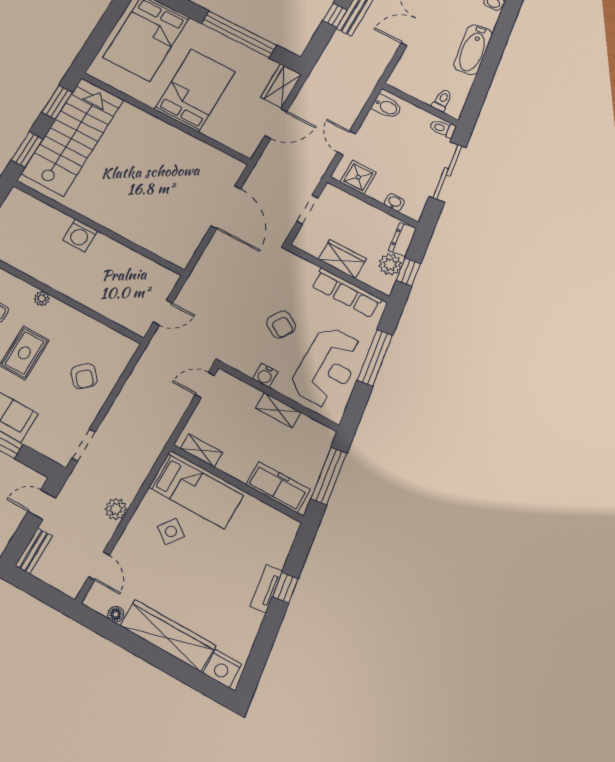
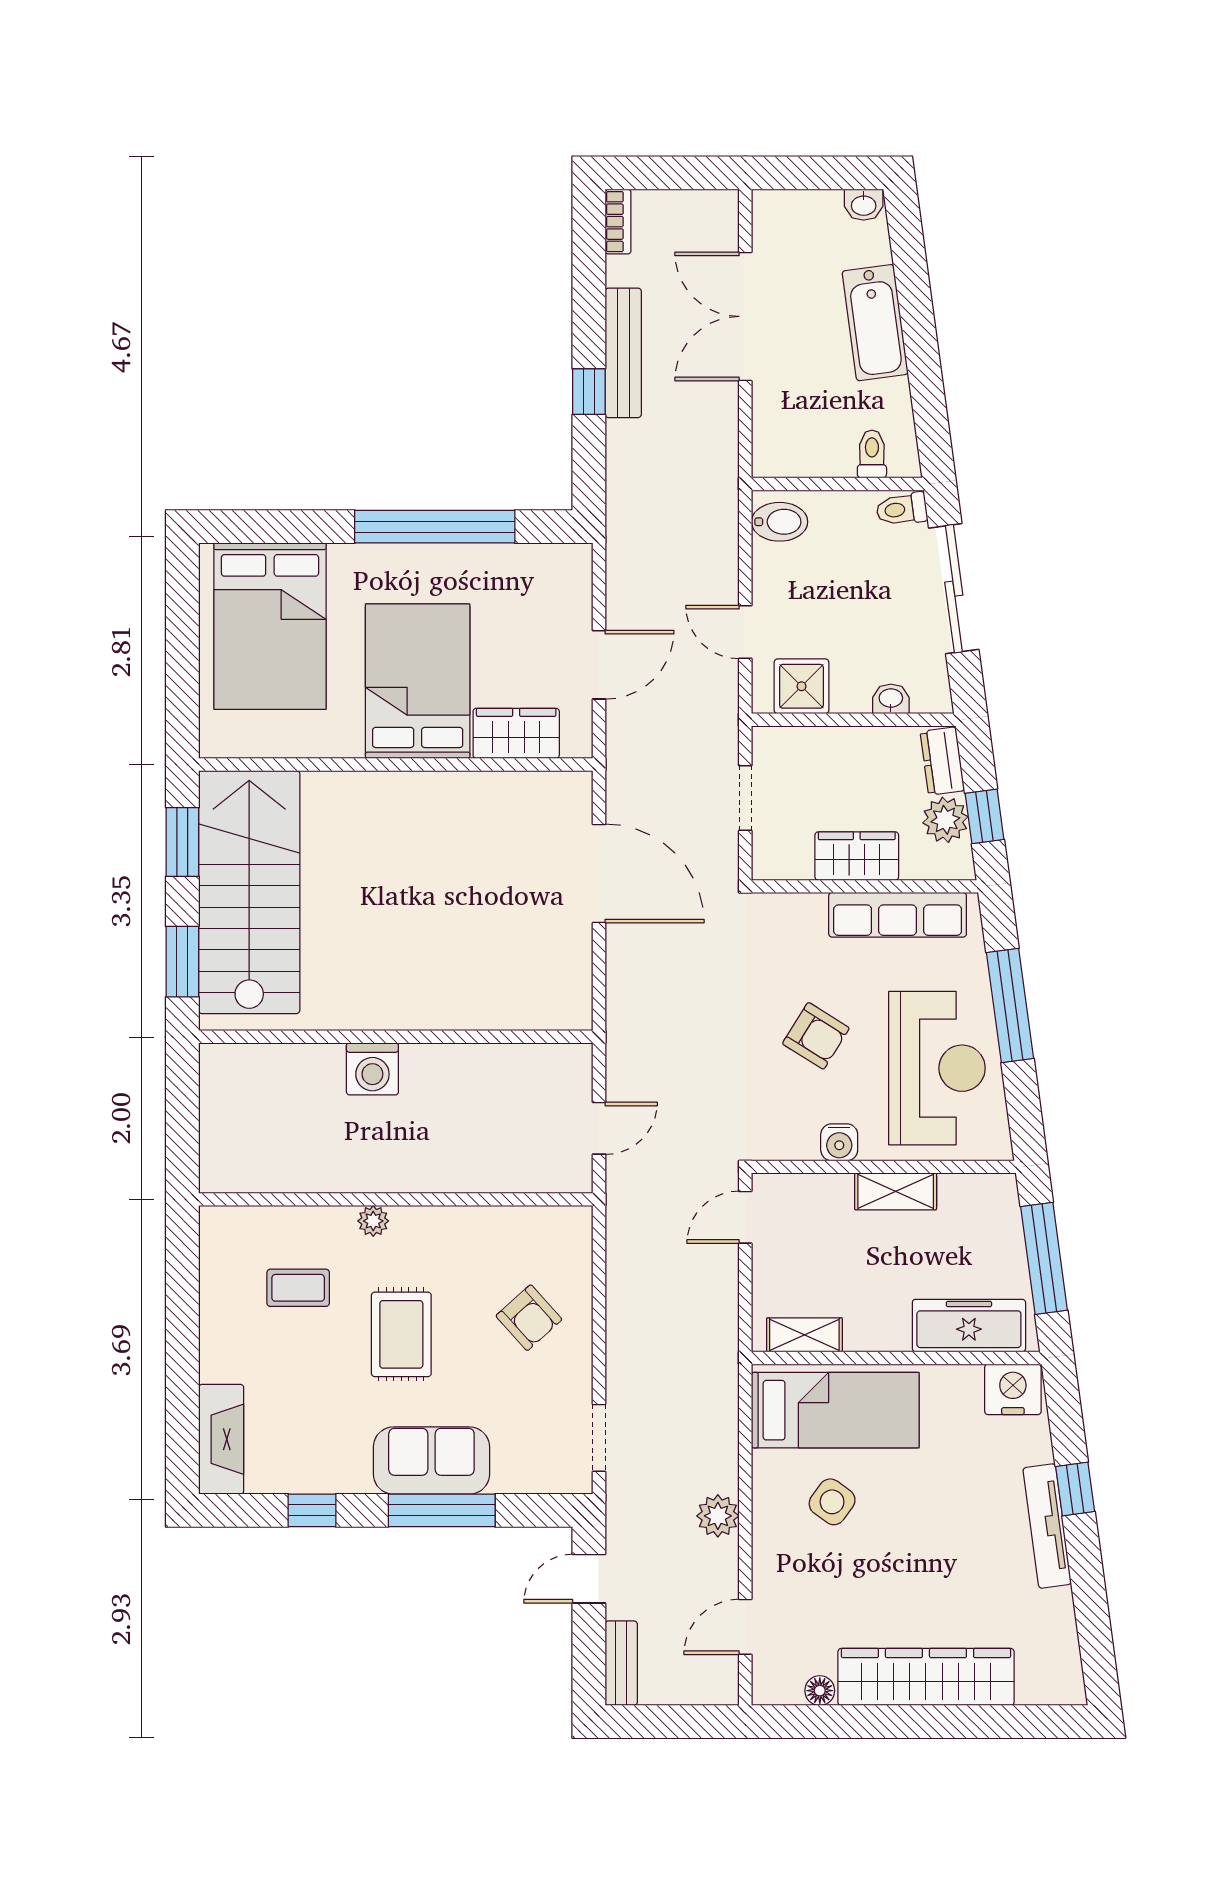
wardrobe: (281, 86) -> (516, 733), moved, turned 90
door: (99, 566) -> (745, 1627), swing flipped
tv unit: (266, 589) -> (1047, 1526), width x1.41
nightstand: (222, 669) -> (1013, 1389), moved, turned 180

